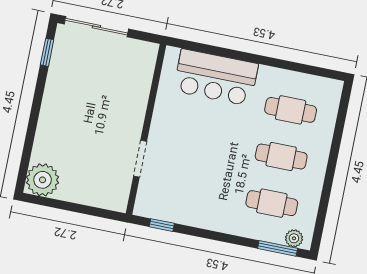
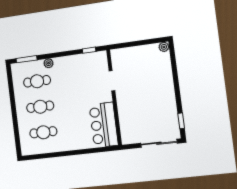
bar counter: (216, 77) -> (104, 125), moved, turned -90
plant: (43, 180) -> (164, 47), width x0.53, depth x0.53
plant: (294, 238) -> (49, 63), moved

